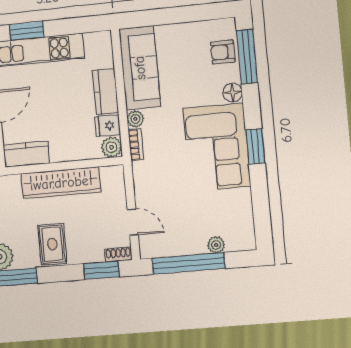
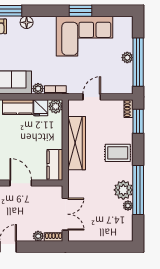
window: (255, 146) -> (80, 11), moved
corner sofa: (217, 147) -> (84, 36), moved
door: (133, 222) -> (92, 97), moved
plant: (216, 245) -> (127, 58), moved

